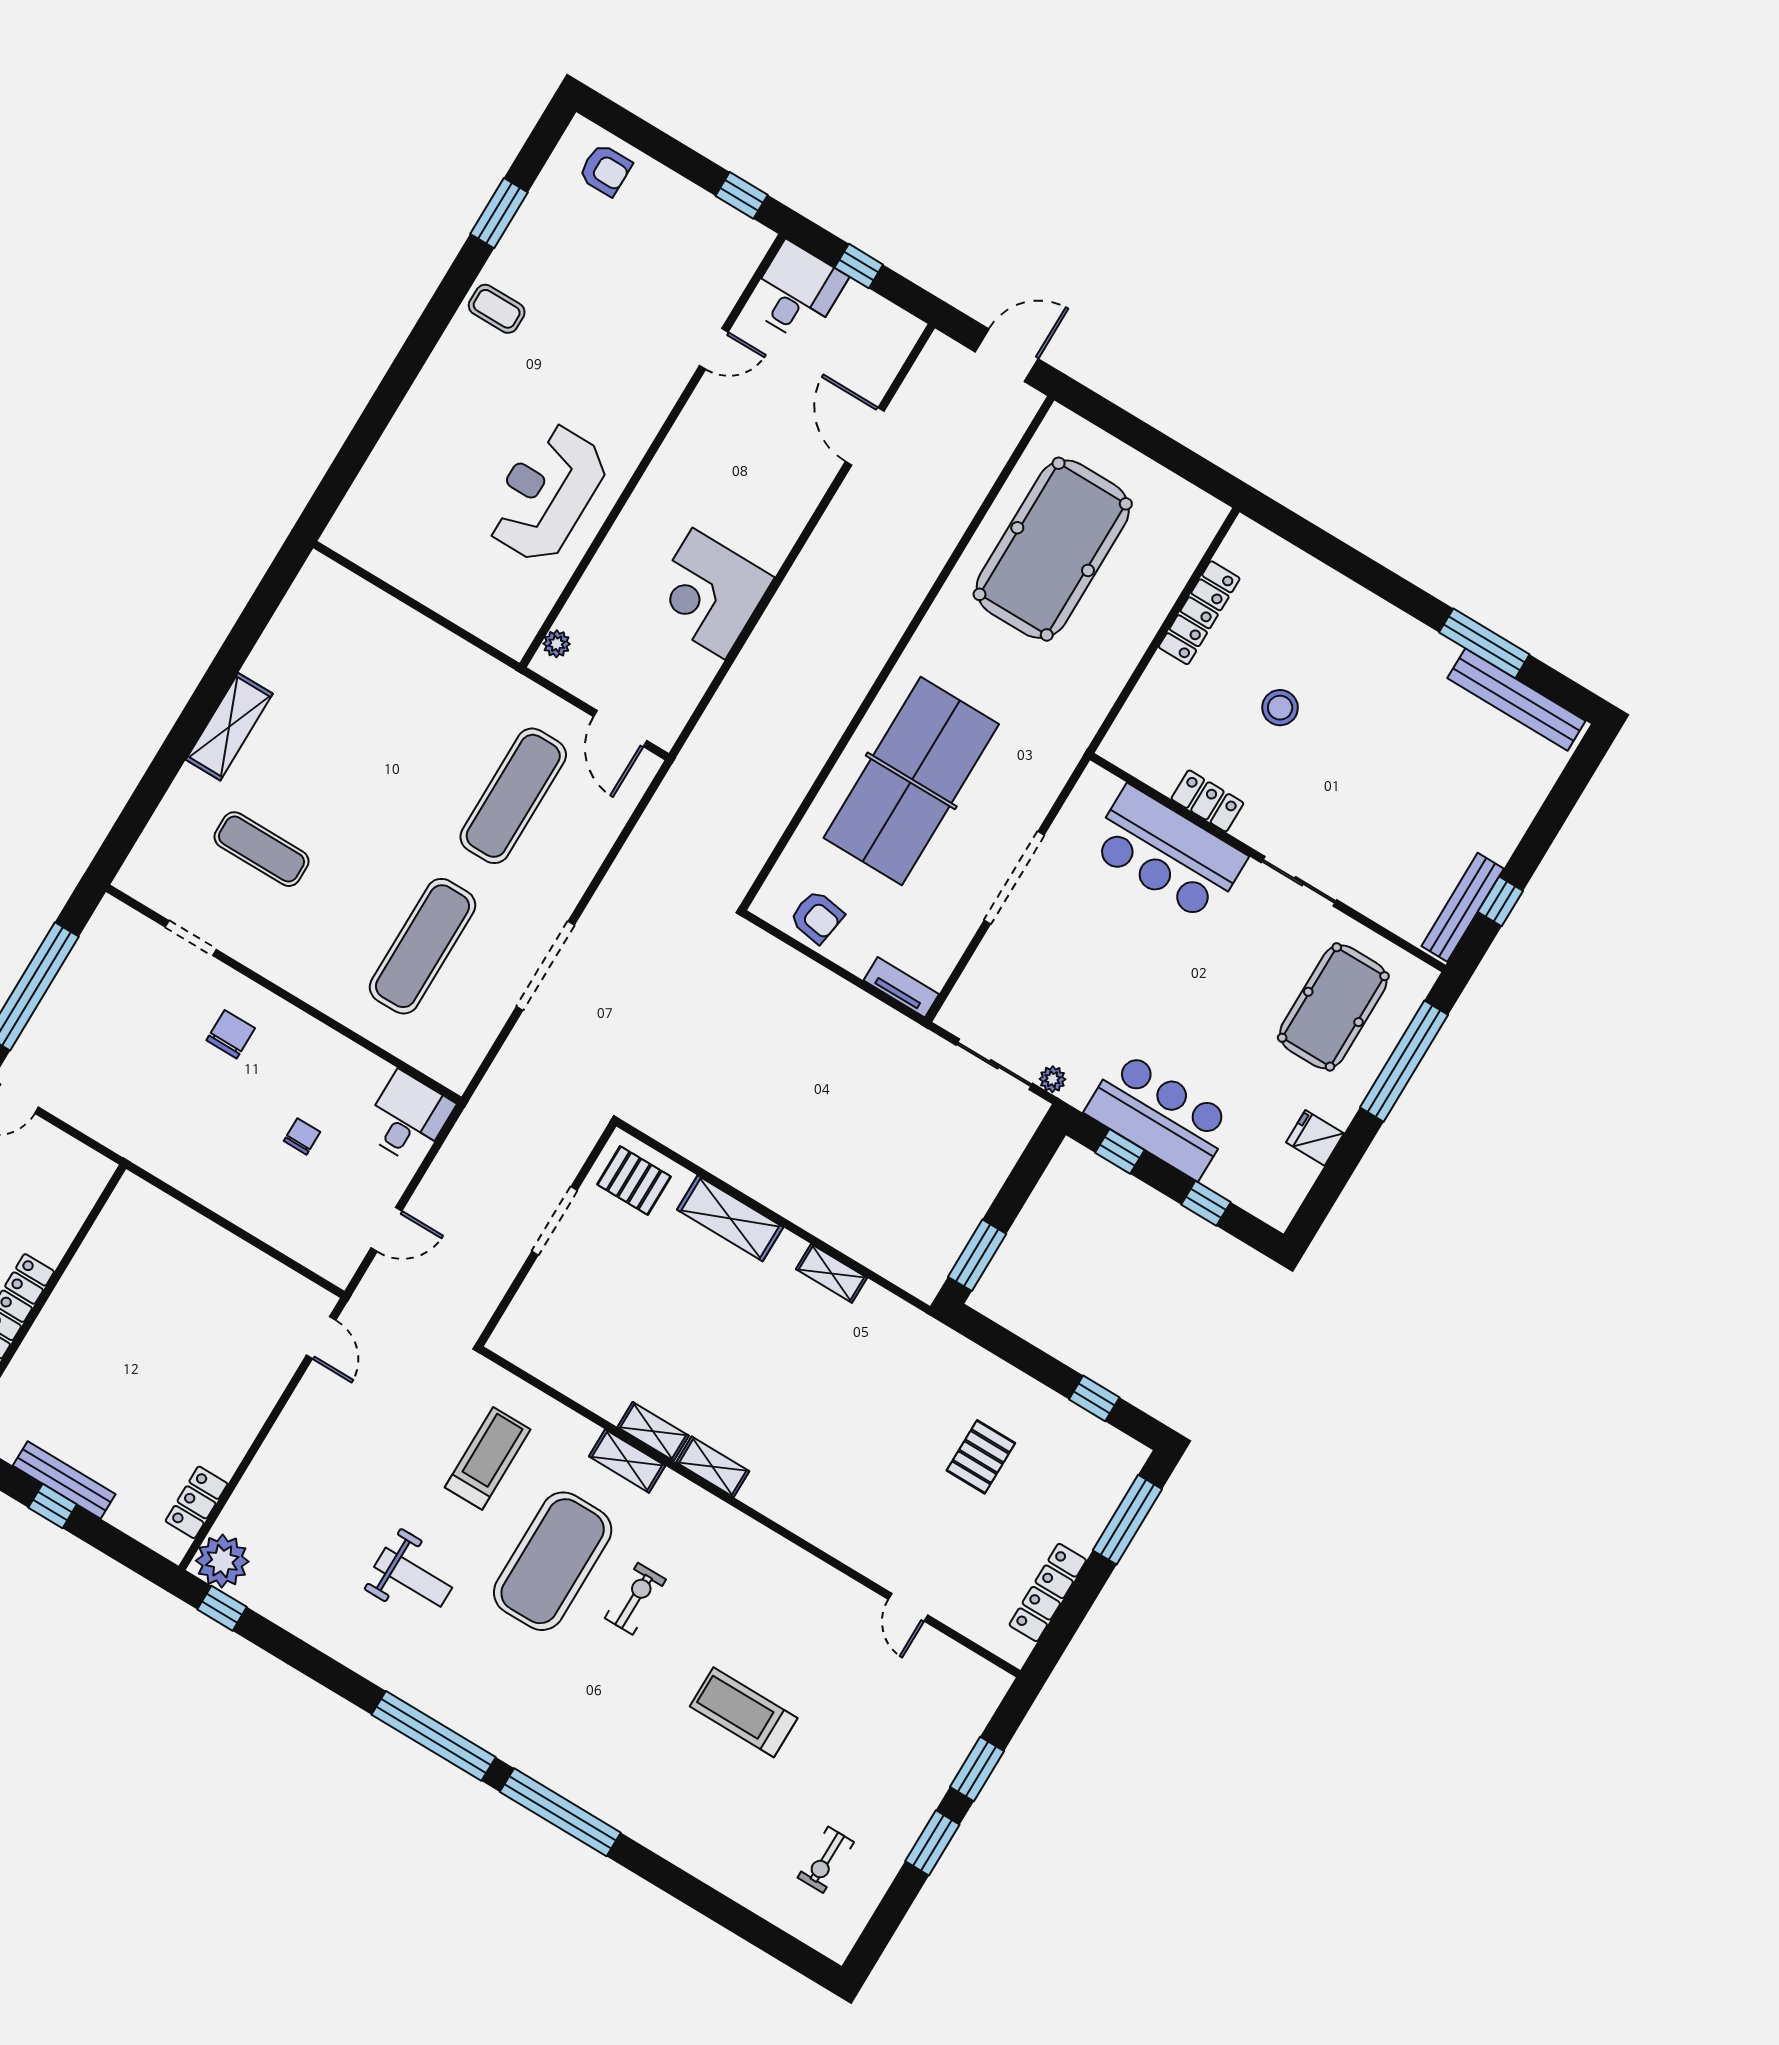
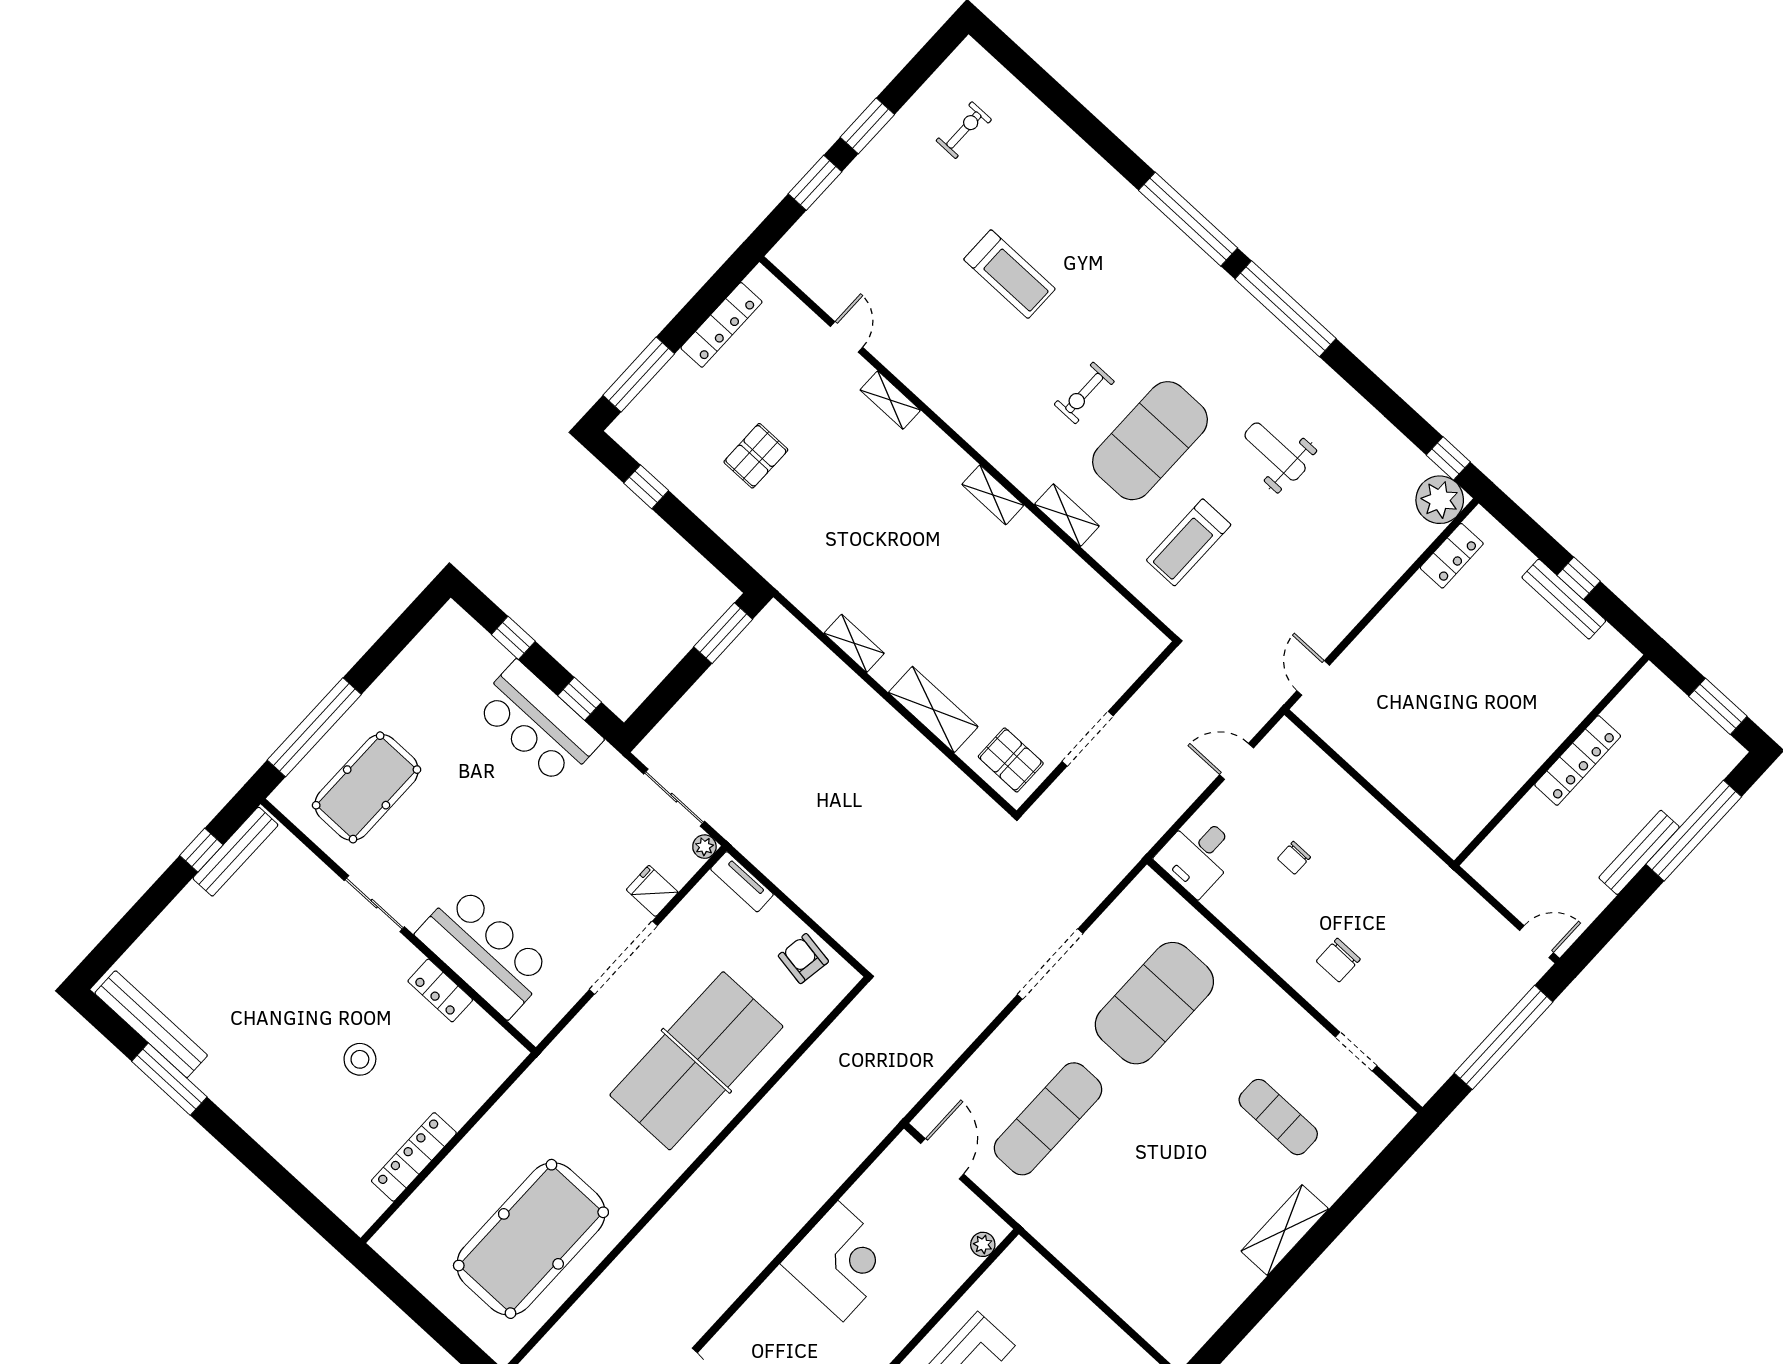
exercise mat: (423, 946) -> (1154, 1003), width x1.47
plant: (1053, 1079) -> (704, 847), moved
fridge: (1315, 1138) -> (652, 891), moved, turned 180
shelving: (653, 1431) -> (890, 400), moved

